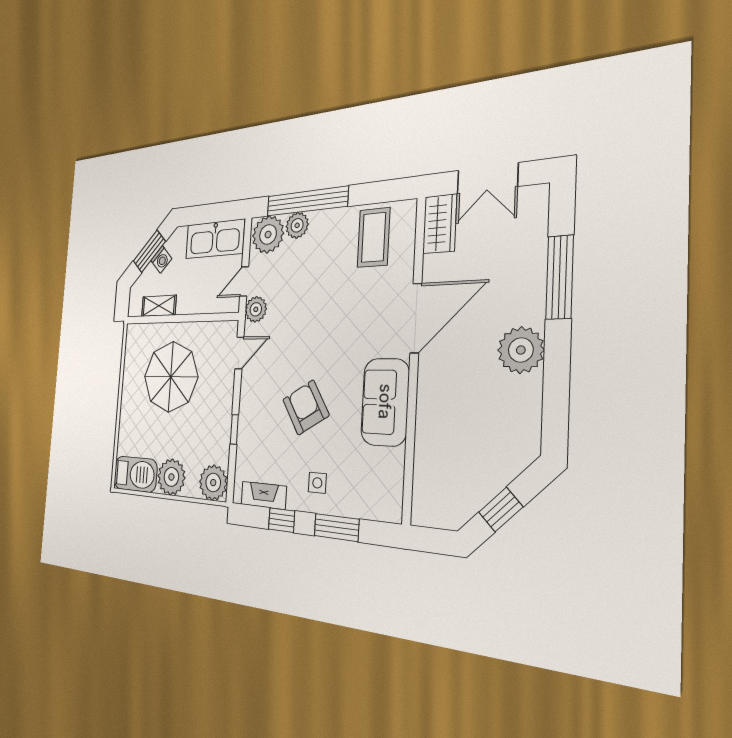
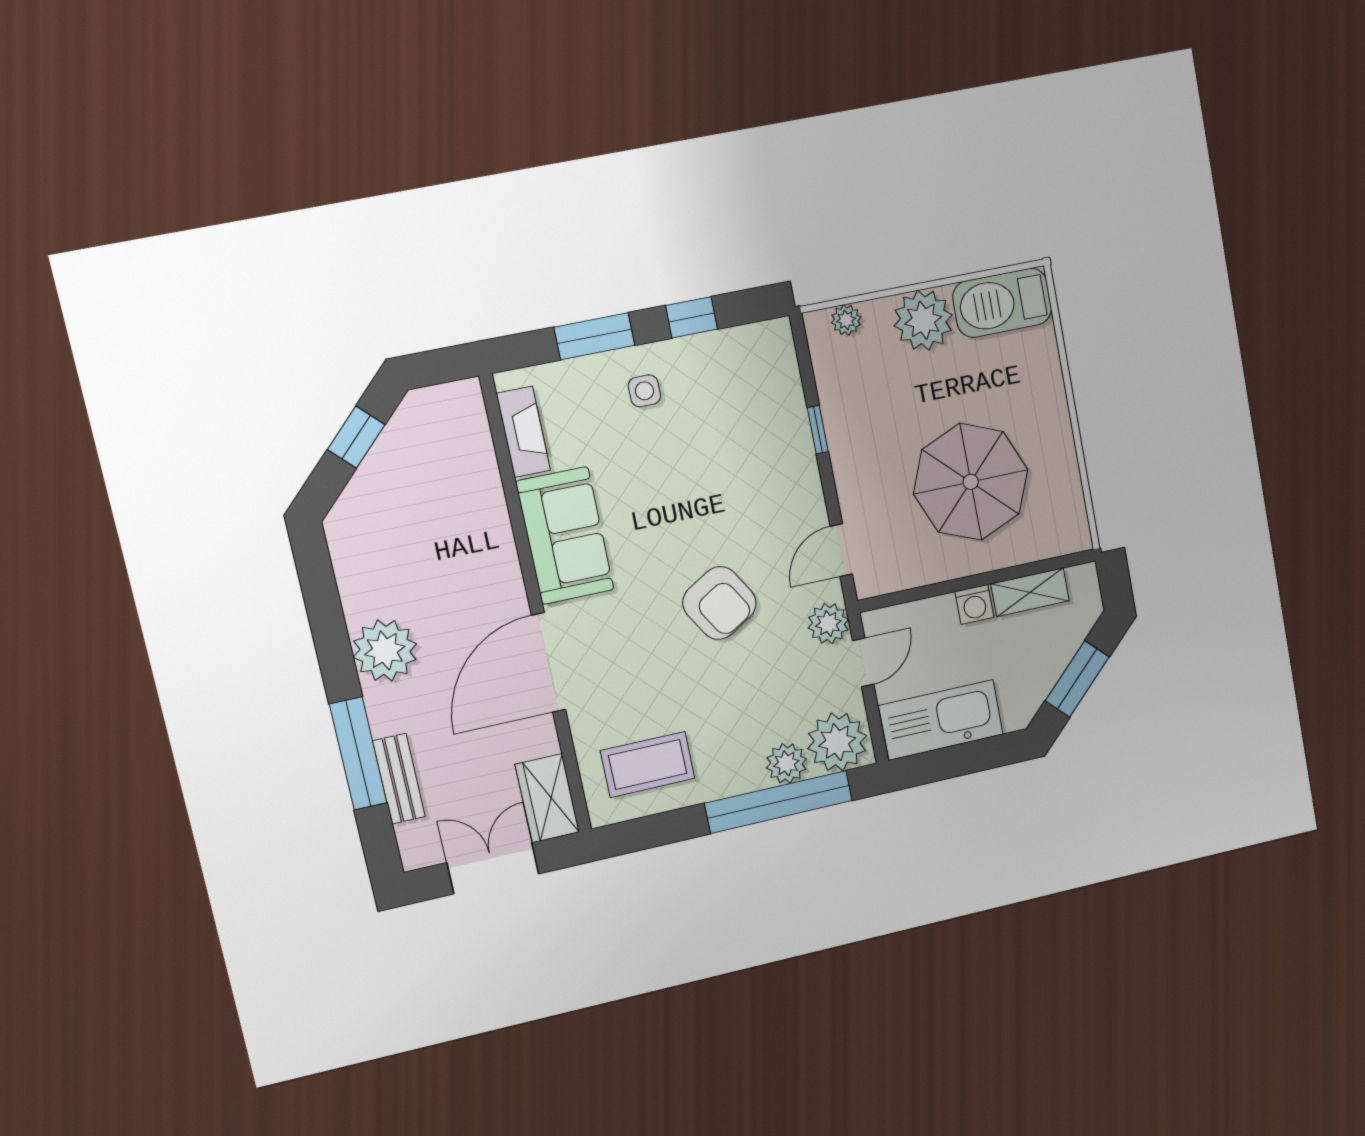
coffee table: (374, 237) -> (648, 764), turned 90
bench: (535, 253) -> (399, 779), added
washing machine: (161, 259) -> (974, 604), moved, turned -135
armchair: (306, 407) -> (719, 603), moved
plant: (213, 483) -> (846, 320), width x0.53, depth x0.53
fireplace: (264, 495) -> (523, 432), moved, turned -90

